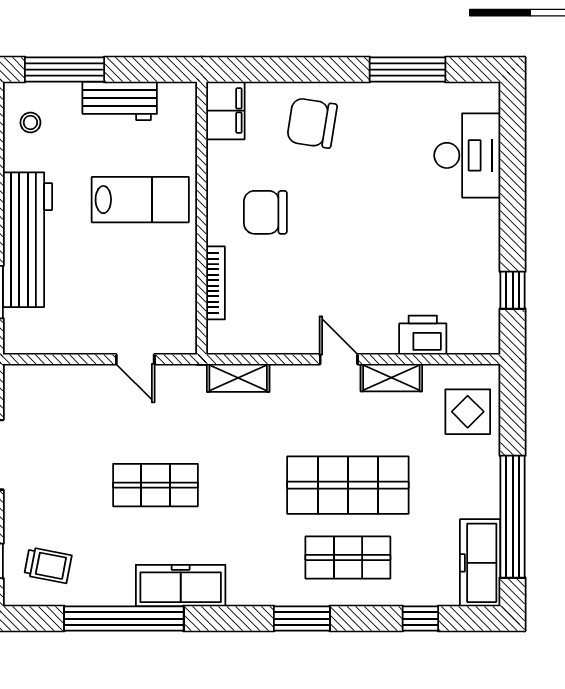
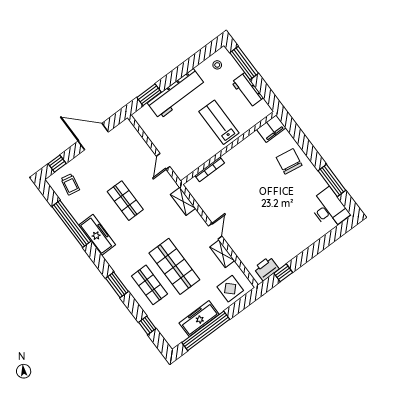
desk: (467, 155) -> (329, 209), moved, turned -90
lab bench: (140, 200) -> (219, 122), turned 180
chair: (265, 212) -> (247, 168), removed
printer: (423, 335) -> (266, 269), moved, turned -90
freezer: (480, 563) -> (199, 319), moved

